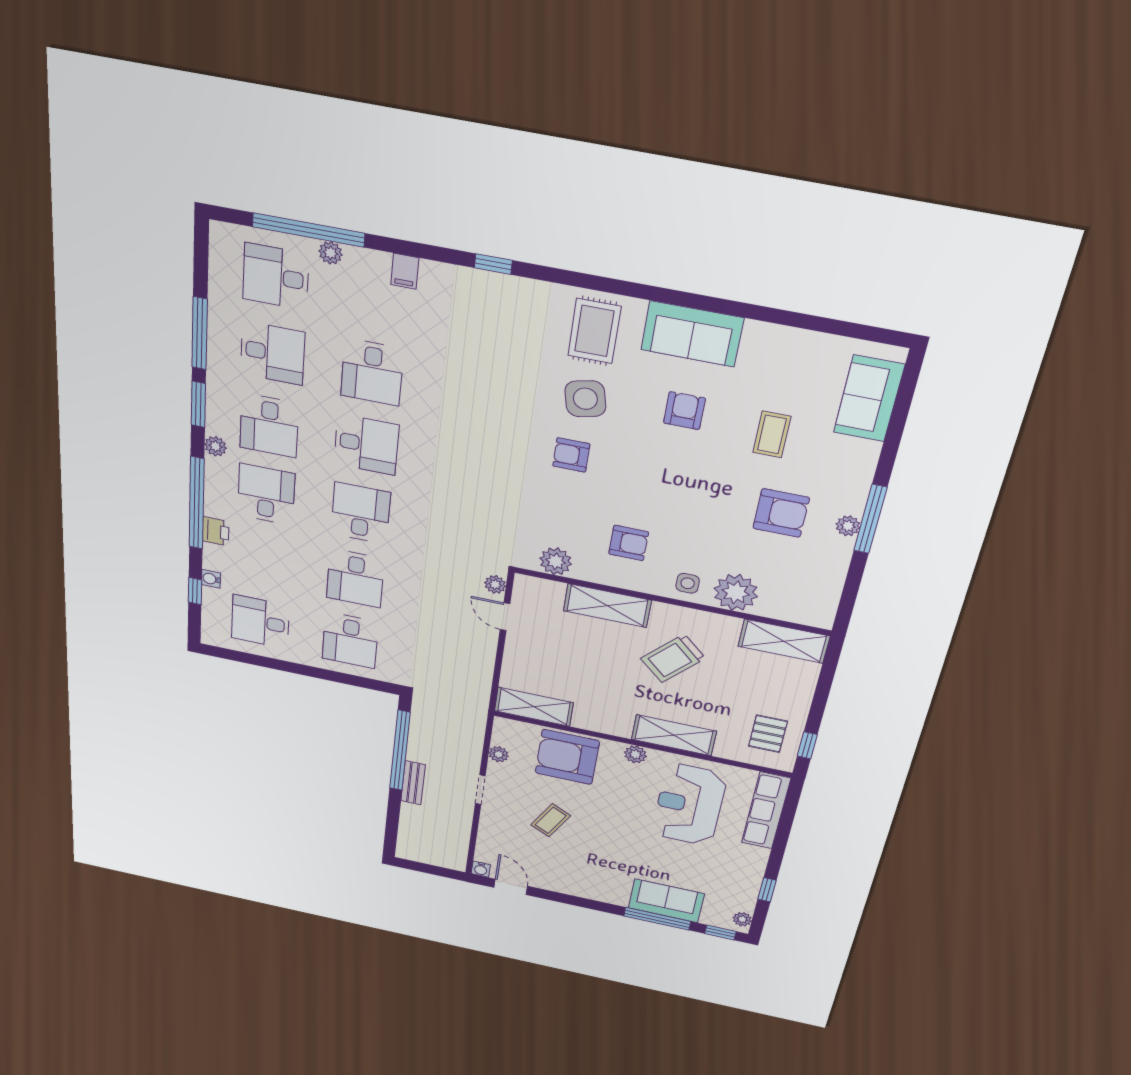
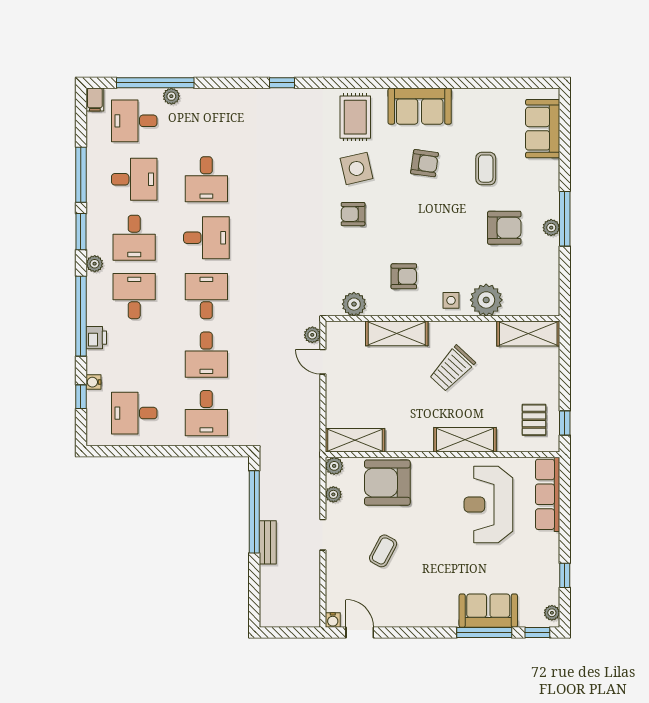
filing cabinet: (405, 271) -> (95, 100), moved
armchair: (684, 411) -> (425, 163), turned 98
plant: (635, 754) -> (334, 466), moved

